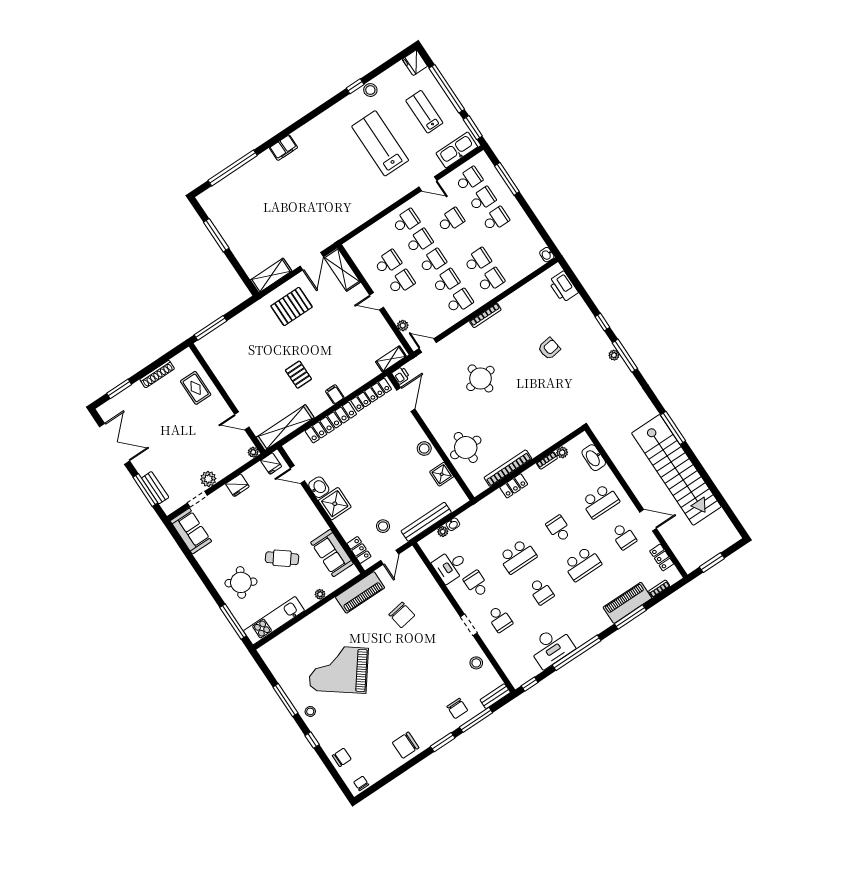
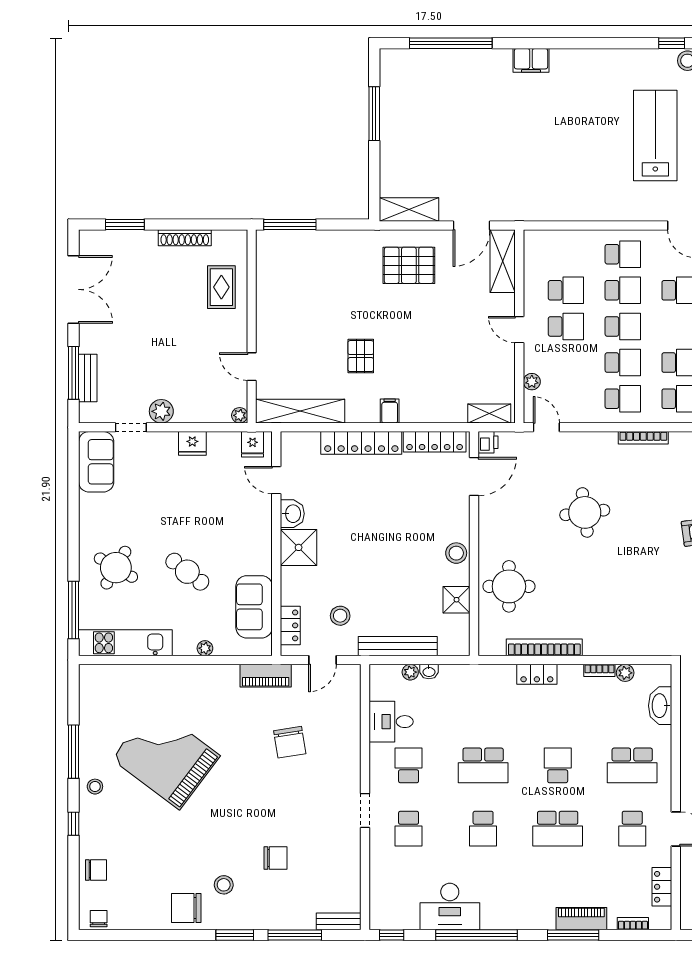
piano: (360, 592) -> (266, 676), width x0.73, depth x0.75
piano: (627, 603) -> (581, 919), width x0.73, depth x0.75
stool: (476, 663) -> (224, 885), moved
chair: (457, 708) -> (275, 858), moved, turned -90

